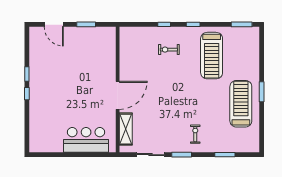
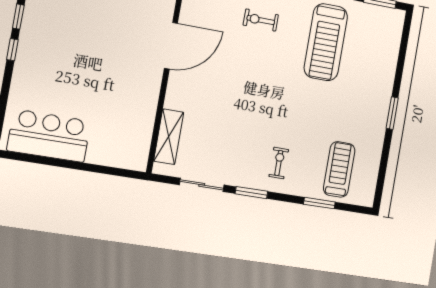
door: (118, 95) -> (171, 46), moved
treadmill: (241, 104) -> (339, 169), moved, width x0.73, depth x0.73
bar counter: (86, 140) -> (49, 136), moved

